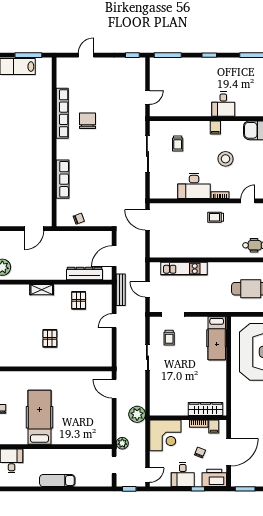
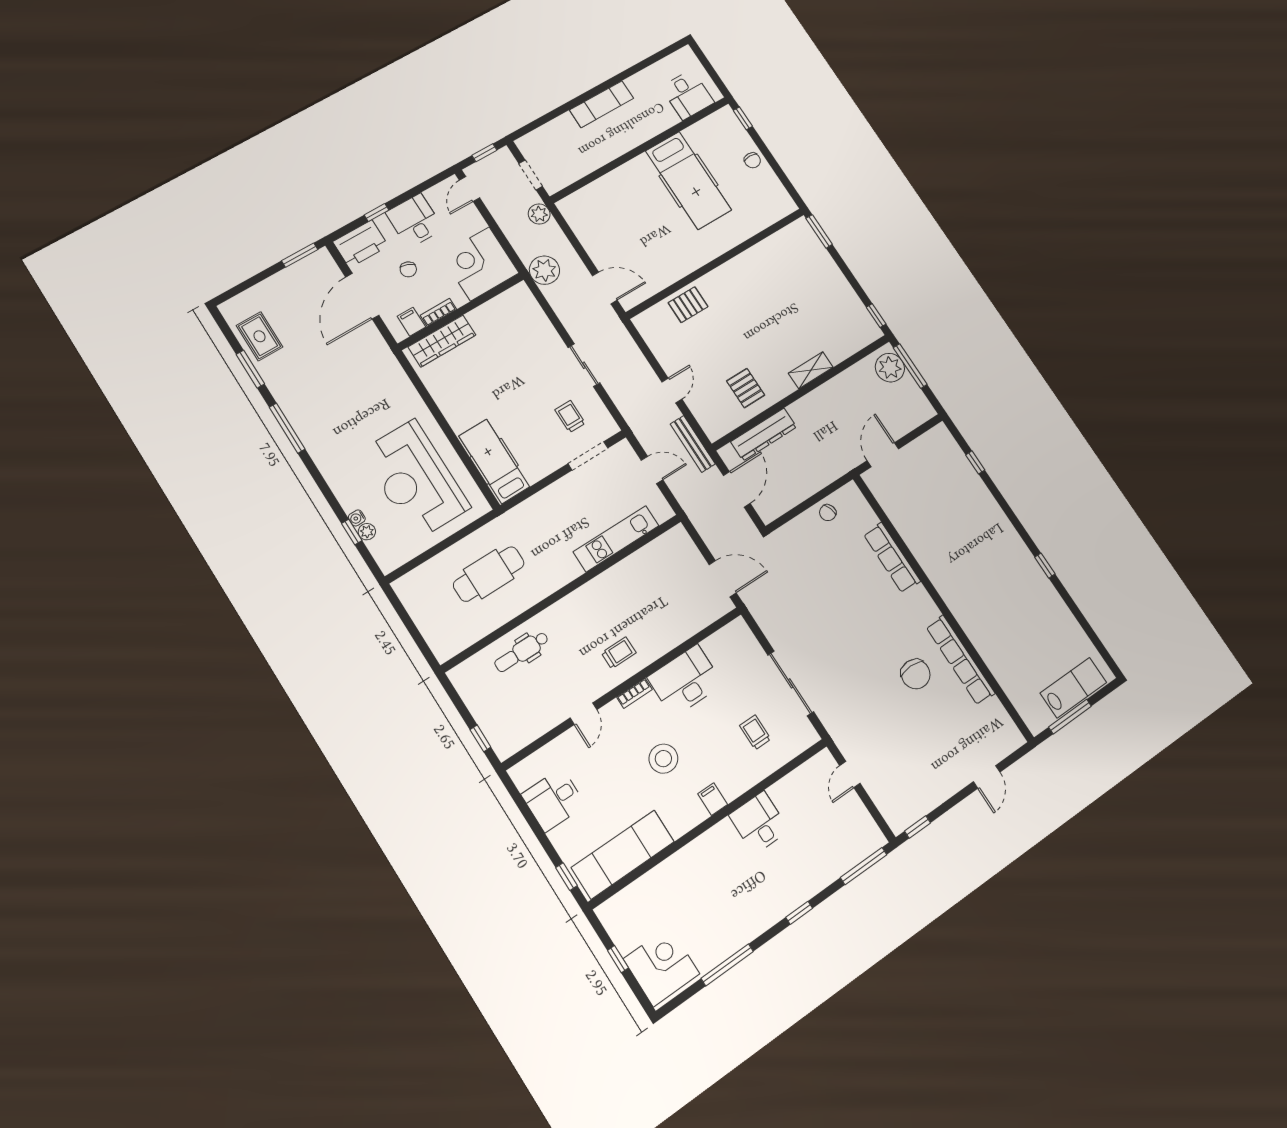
desk: (223, 104) -> (759, 823), moved
pallet: (50, 338) -> (688, 305), moved, turned 90

